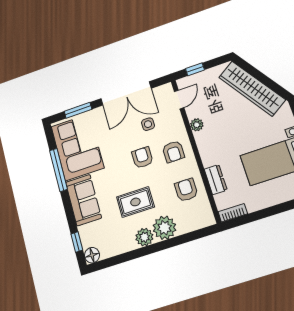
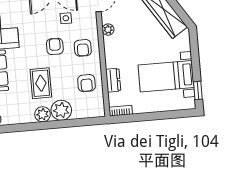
armchair: (186, 190) -> (86, 83), turned 180
rug: (135, 202) -> (41, 83), turned 90

